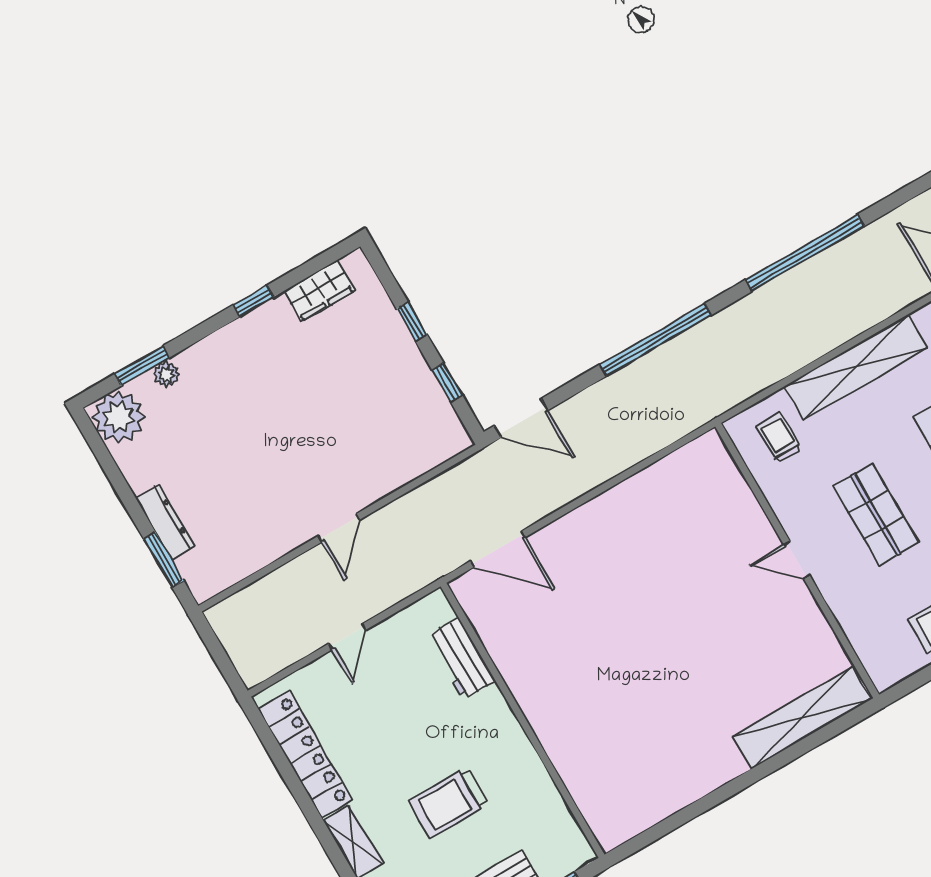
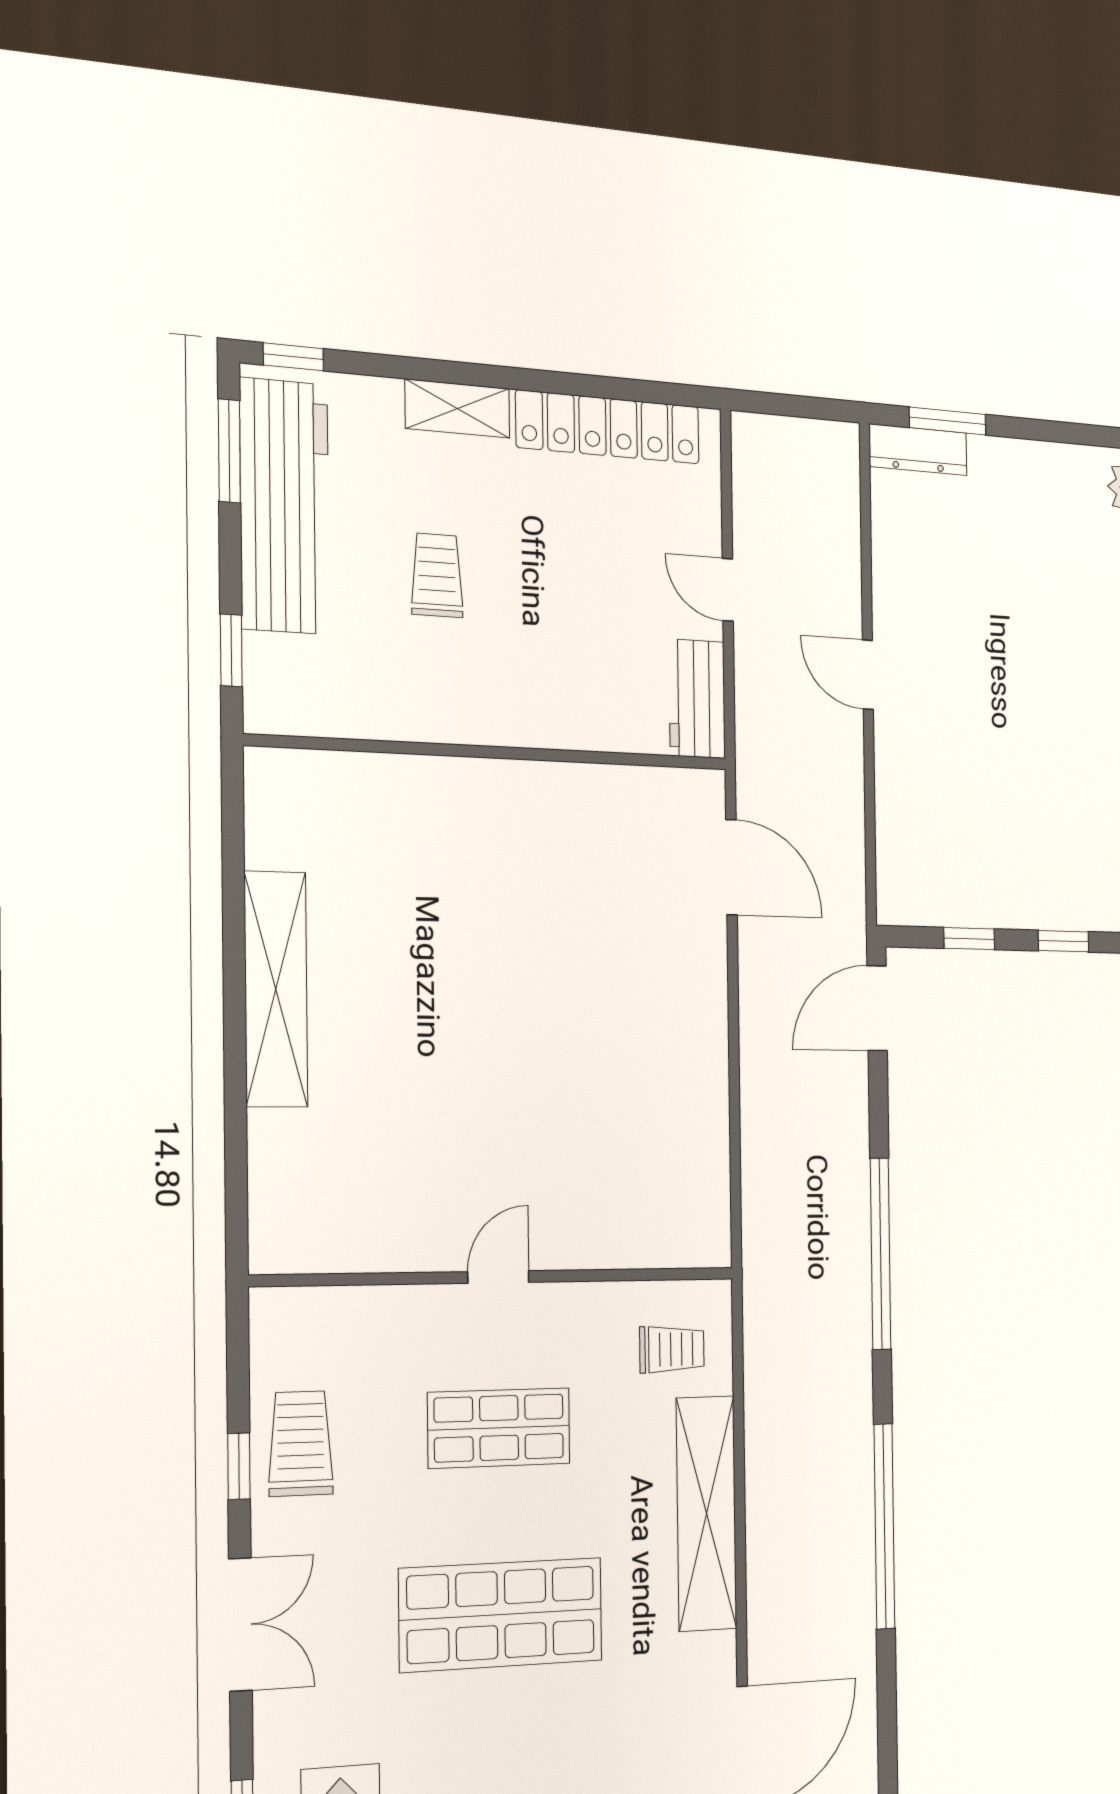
dresser: (165, 522) -> (918, 450), moved
door: (498, 549) -> (731, 867), swing flipped
workbench: (461, 658) -> (697, 699), moved, turned -90
shelving: (802, 718) -> (276, 989), moved
trolley: (449, 803) -> (437, 575), width x0.73, depth x0.72

